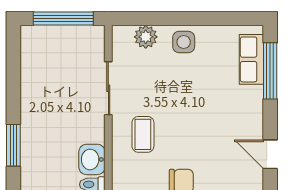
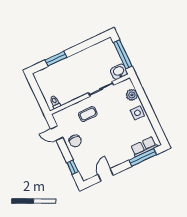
washbasin: (92, 159) -> (119, 72), moved

